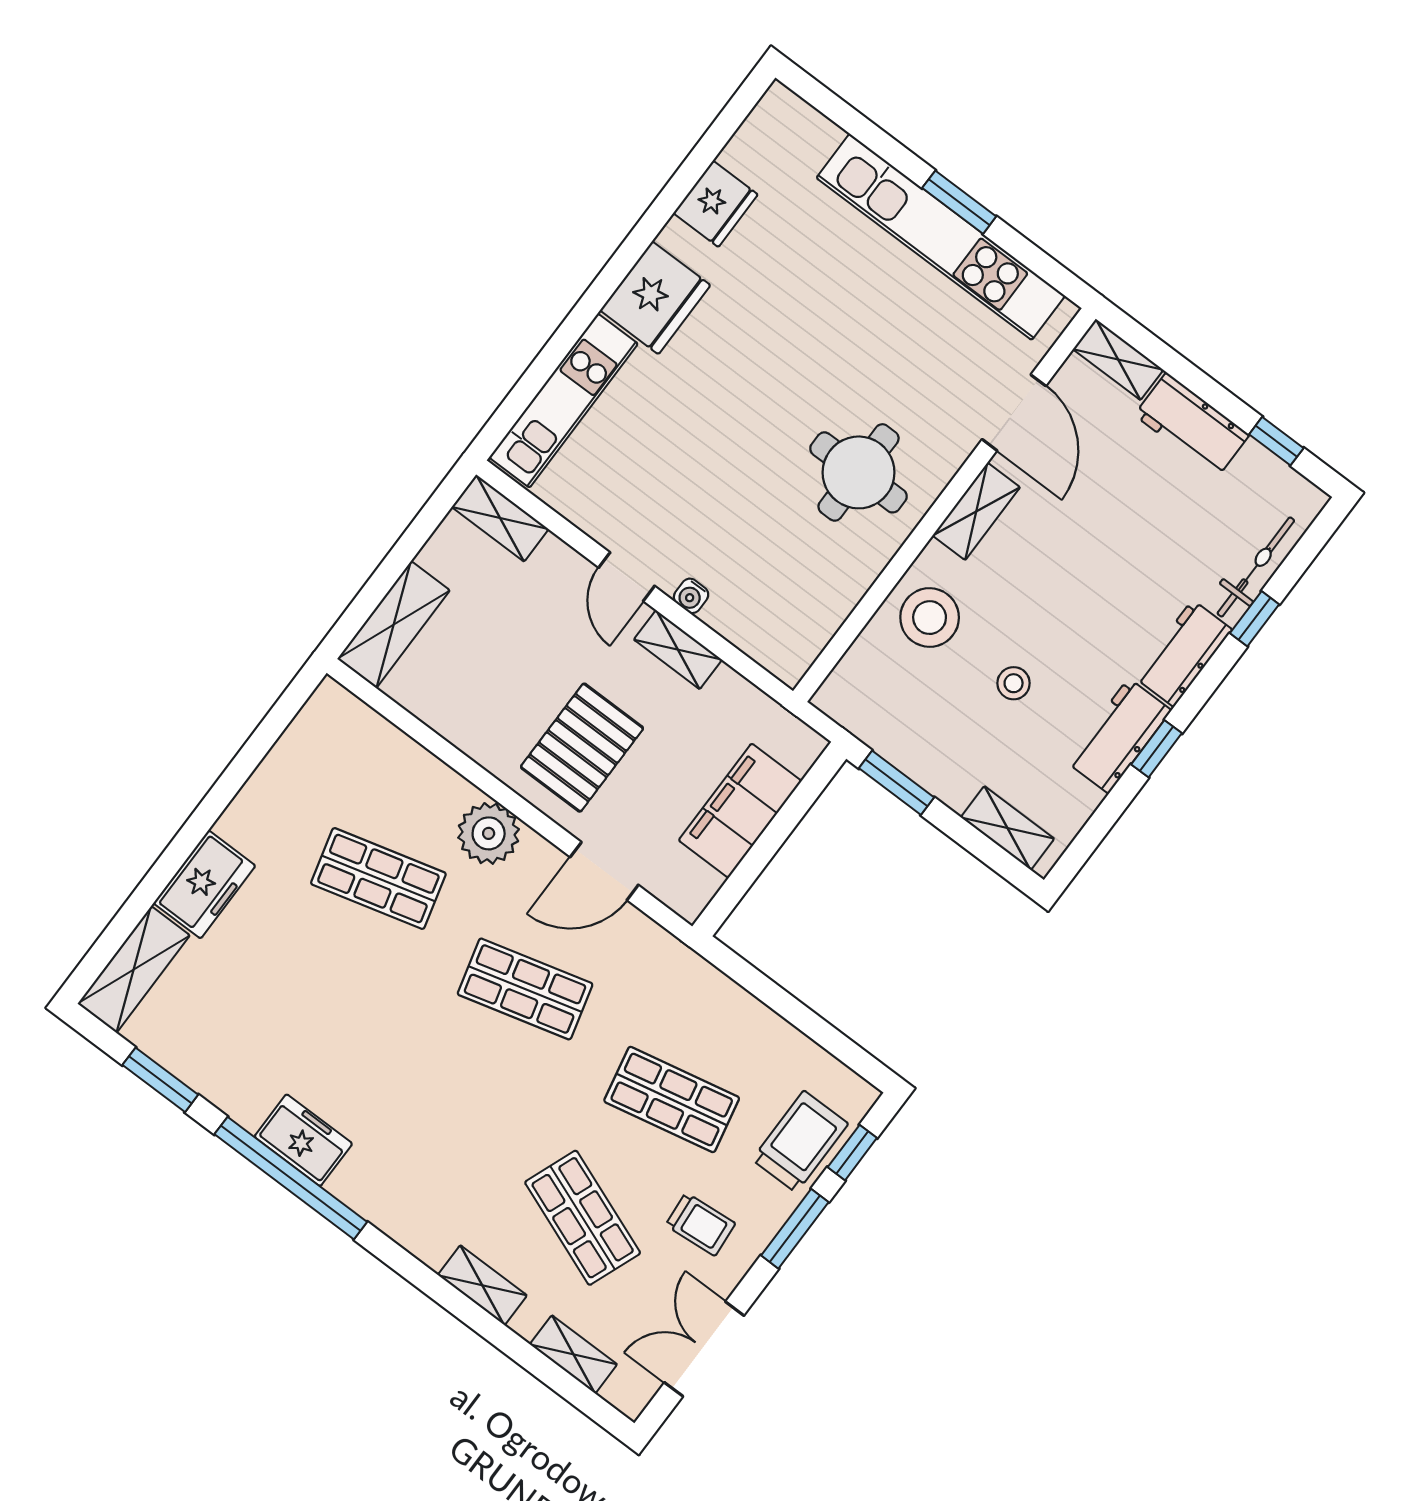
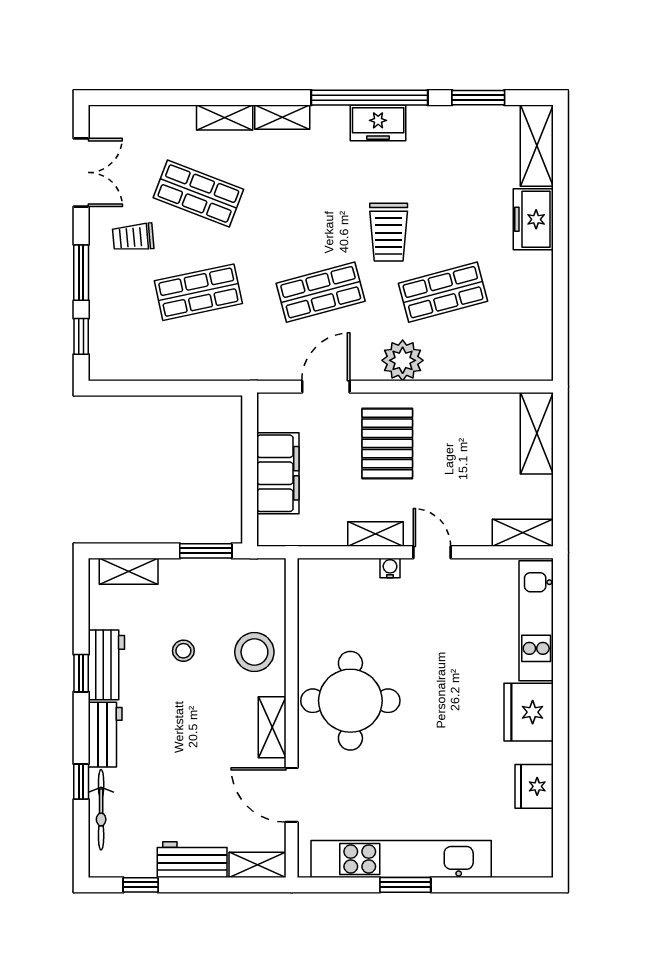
round table: (859, 472) -> (350, 701), width x1.36, depth x1.36
trolley: (800, 1142) -> (389, 232), moved
shelving: (573, 1354) -> (282, 117), moved

